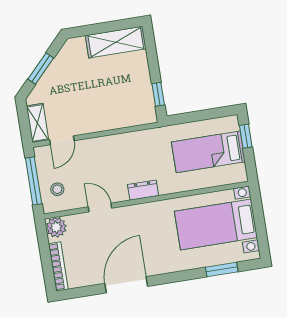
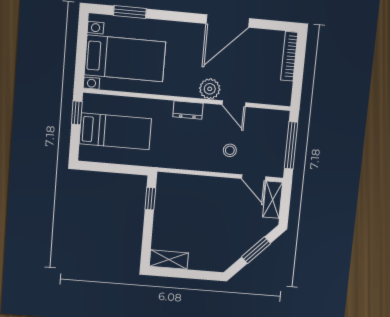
shelving: (116, 42) -> (169, 260), width x0.67, depth x0.75
window: (246, 136) -> (77, 113), moved
door: (62, 140) -> (254, 178), swing flipped
stool: (57, 189) -> (230, 150), moved
plant: (56, 227) -> (210, 89), moved

